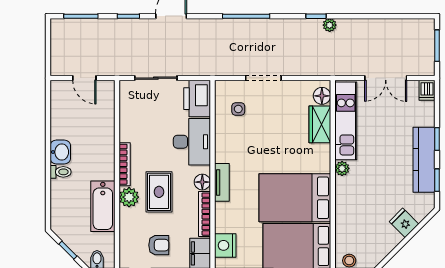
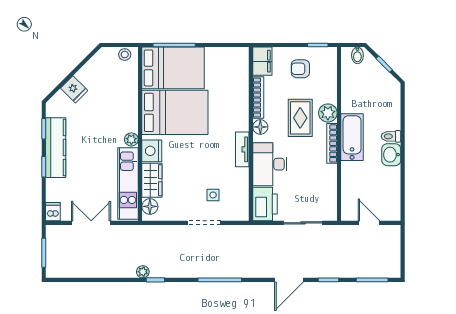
side table: (238, 109) -> (213, 195), moved
tv unit: (222, 182) -> (242, 149), moved
bathtub: (103, 206) -> (352, 137), moved
nightstand: (225, 245) -> (152, 151), moved, turned 180

